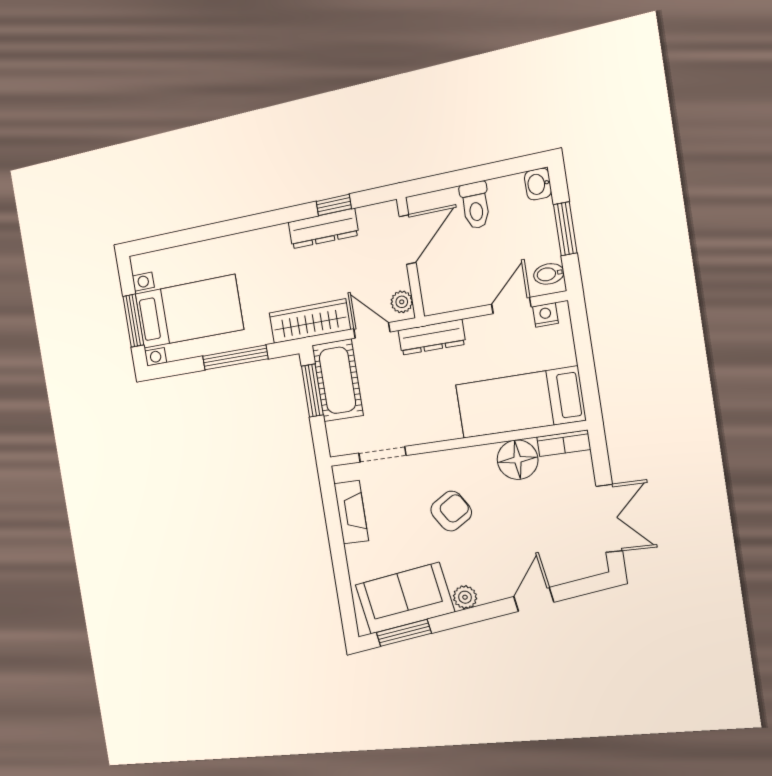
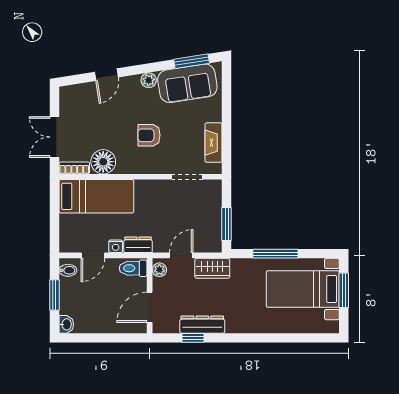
toilet: (475, 205) -> (133, 268), moved, turned -90
nightstand: (545, 315) -> (116, 246), moved
wardrobe: (310, 321) -> (212, 268), width x0.67
door: (372, 330) -> (181, 255), swing flipped
dresser: (432, 337) -> (138, 245), width x0.70
cot: (337, 380) -> (209, 228), removed
armchair: (451, 511) -> (149, 135), turned 32
double door: (609, 518) -> (54, 137), moved

